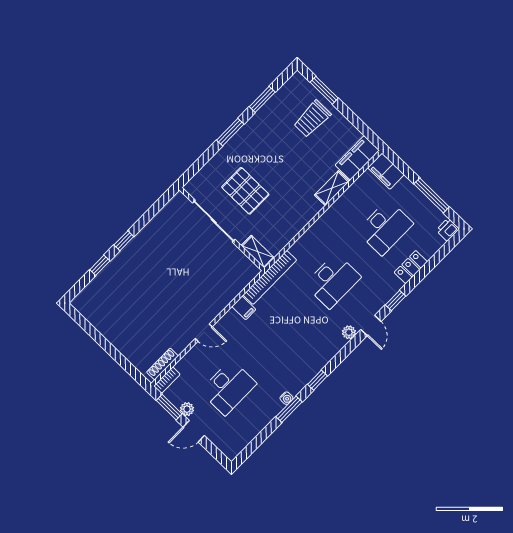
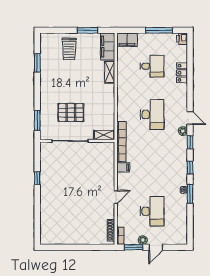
window: (324, 90) -> (87, 30), moved
window: (230, 132) -> (37, 121), moved
desk: (385, 227) -> (152, 66), width x0.73
window: (124, 241) -> (37, 178), moved
window: (100, 265) -> (37, 213), removed
window: (396, 300) -> (190, 142), moved

